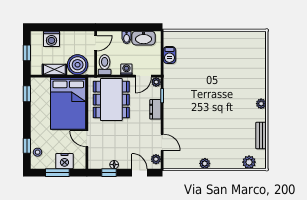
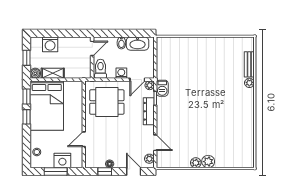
barbecue: (169, 55) -> (162, 88), moved
boiler: (78, 65) -> (35, 73), moved, width x0.54, depth x0.54
dining table: (111, 100) -> (107, 102), width x0.73
bed: (68, 103) -> (47, 106), moved
plant: (261, 104) -> (249, 83), moved
dresser: (155, 109) -> (149, 111), width x1.44
bench: (261, 136) -> (249, 64), moved
door: (87, 139) -> (84, 139), hinge flipped
window: (27, 146) -> (27, 117), moved
plant: (249, 162) -> (208, 162), moved

